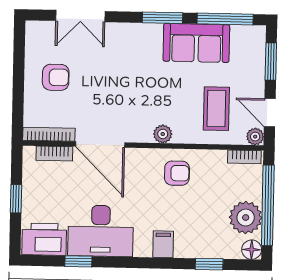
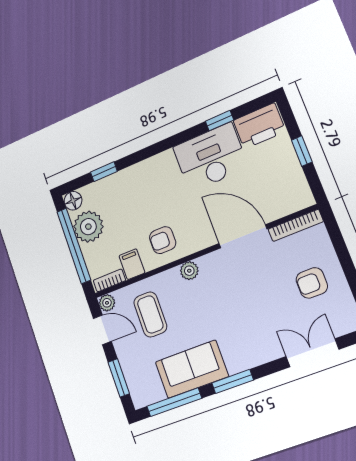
bookcase: (54, 154) -> (283, 209), removed
filing cabinet: (163, 244) -> (132, 264), moved, turned 180

